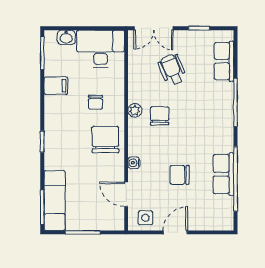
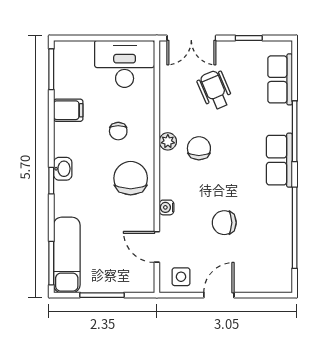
washbasin: (66, 37) -> (63, 169), moved, turned -90
row of seats: (223, 174) -> (279, 160), moved

